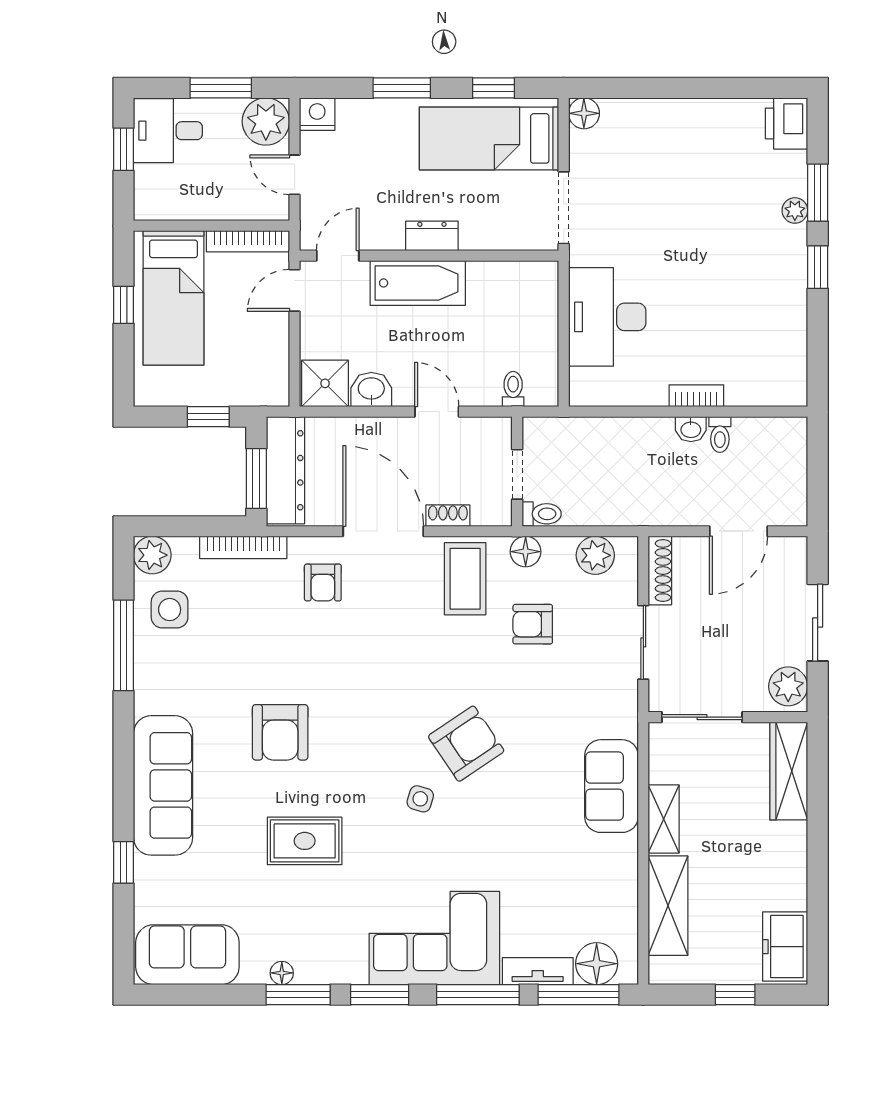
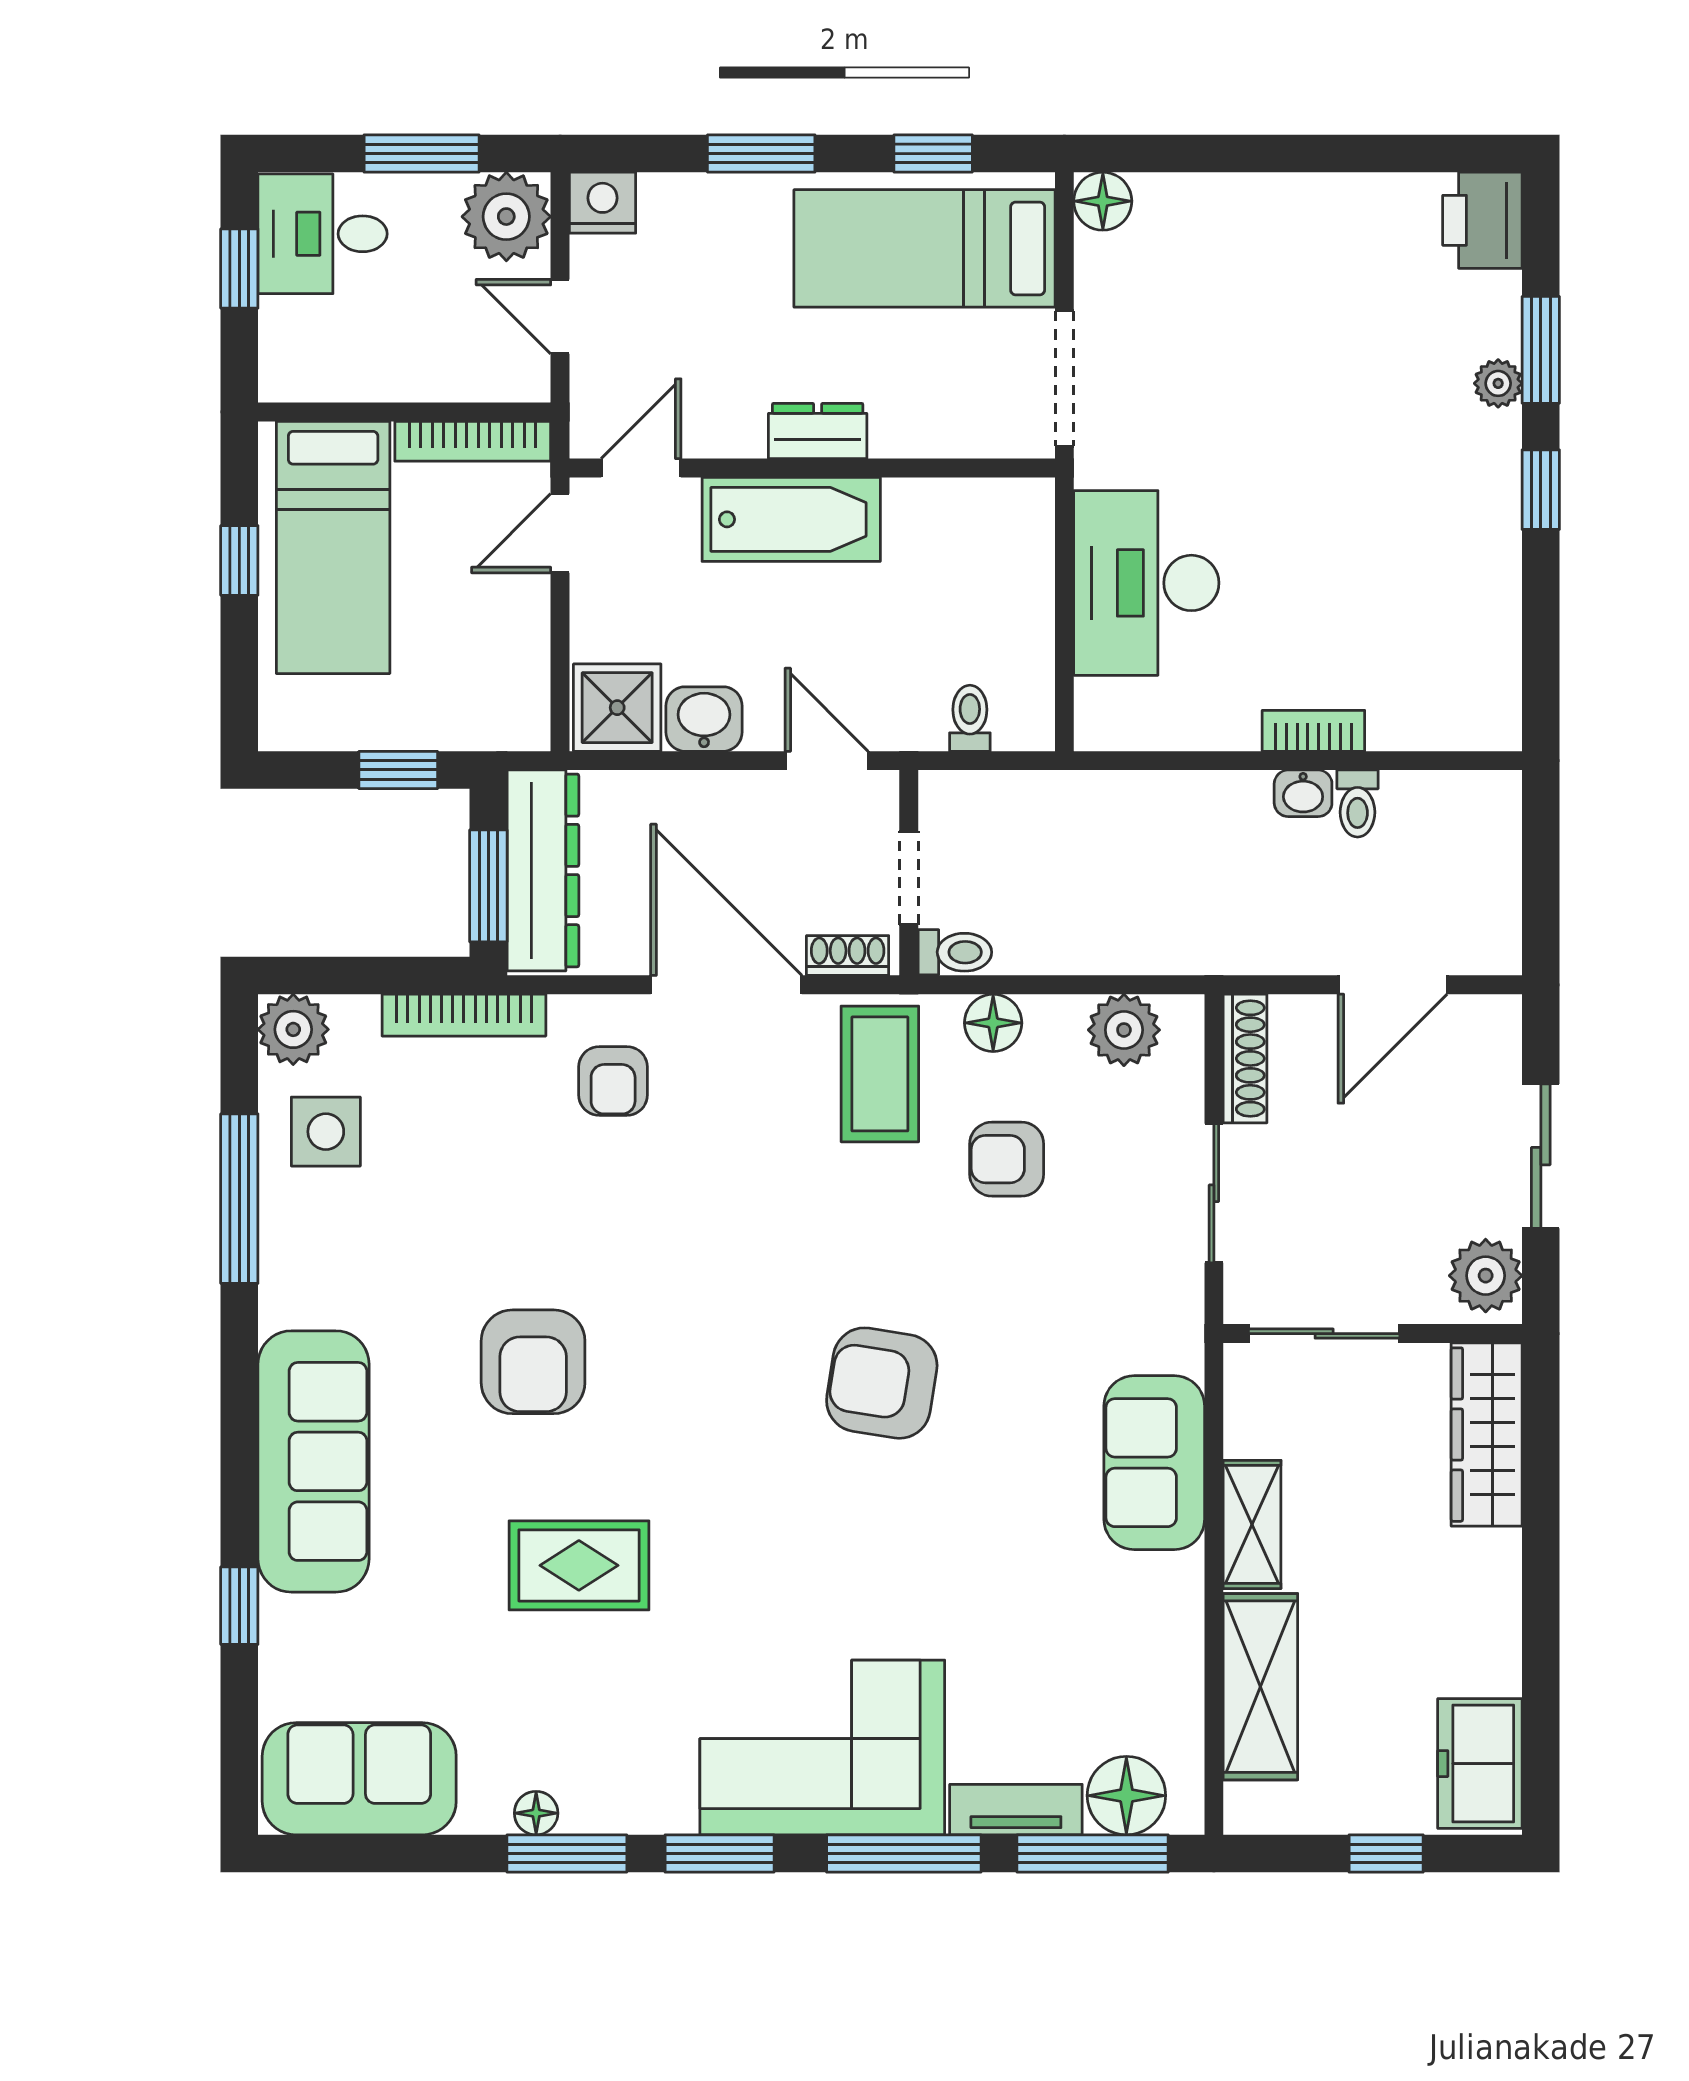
wall: (517, 471) -> (909, 873), moved
doorway: (517, 474) -> (909, 878), moved
toilet: (542, 514) -> (955, 952), moved
armchair: (466, 744) -> (882, 1383), turned -137
side table: (420, 799) -> (796, 1487), removed

